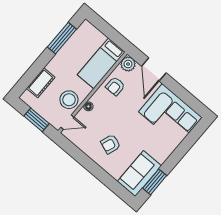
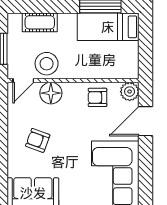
bed: (101, 63) -> (108, 27), moved
floor lamp: (88, 106) -> (51, 93), width x1.89, depth x1.89
door: (67, 122) -> (23, 81), hinge flipped

